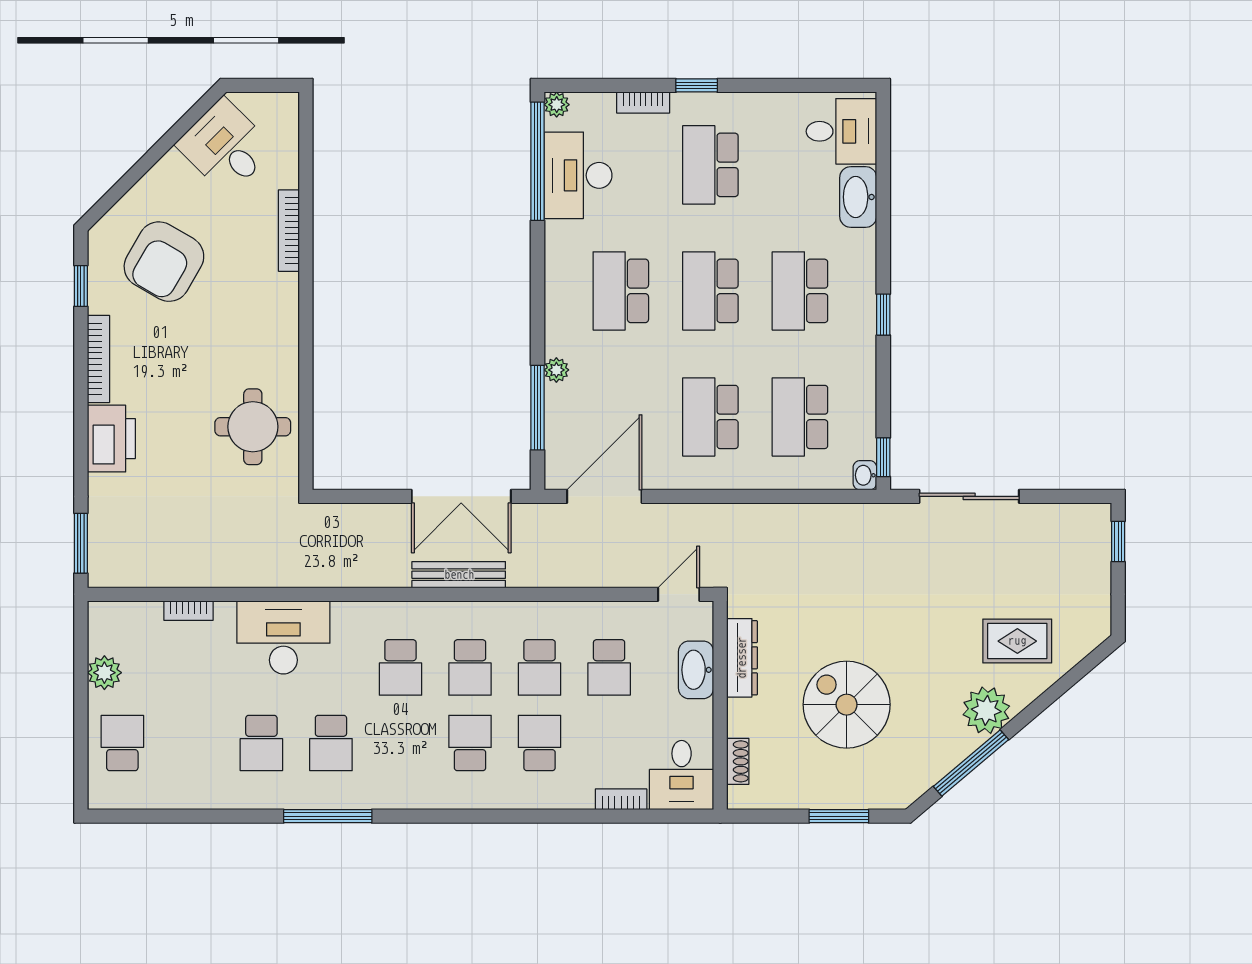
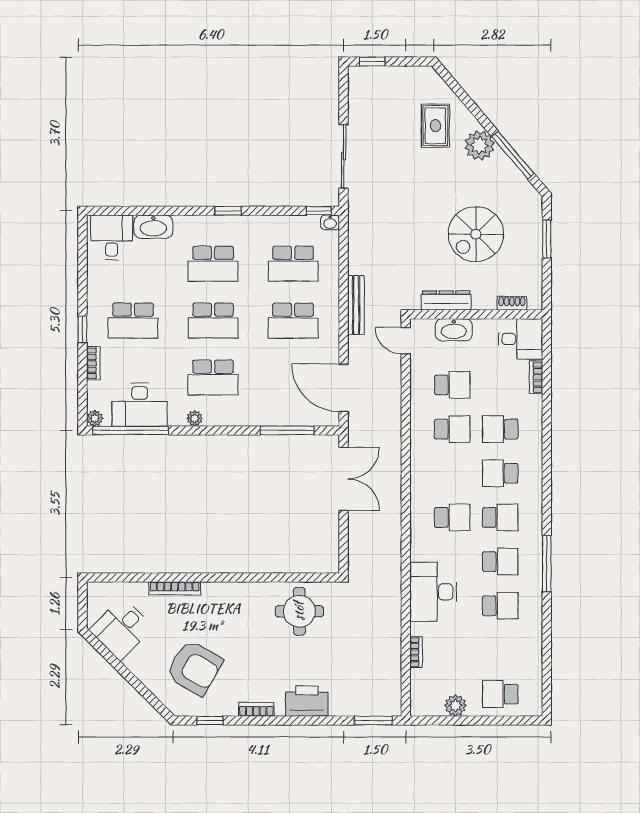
bookcase: (98, 359) -> (256, 709), width x0.64
plant: (556, 370) -> (195, 418), moved
bench: (459, 575) -> (356, 305), moved
school desk: (470, 667) -> (500, 517), moved

